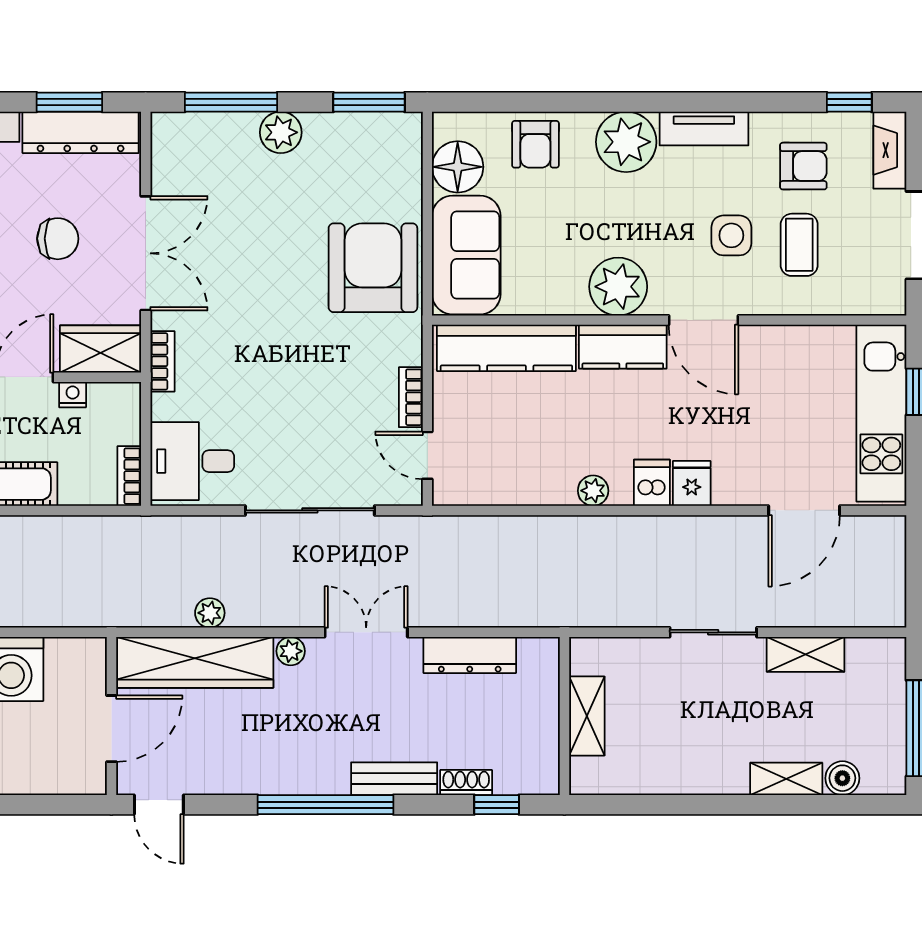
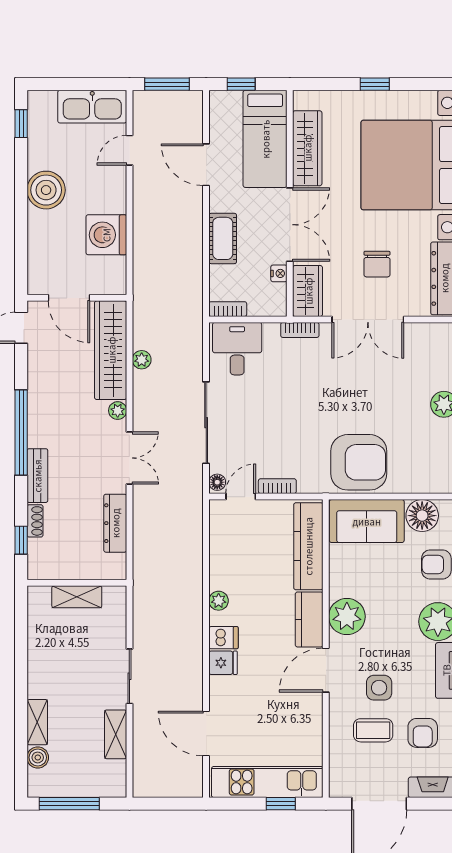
floor lamp: (405, 493) -> (217, 482), added

